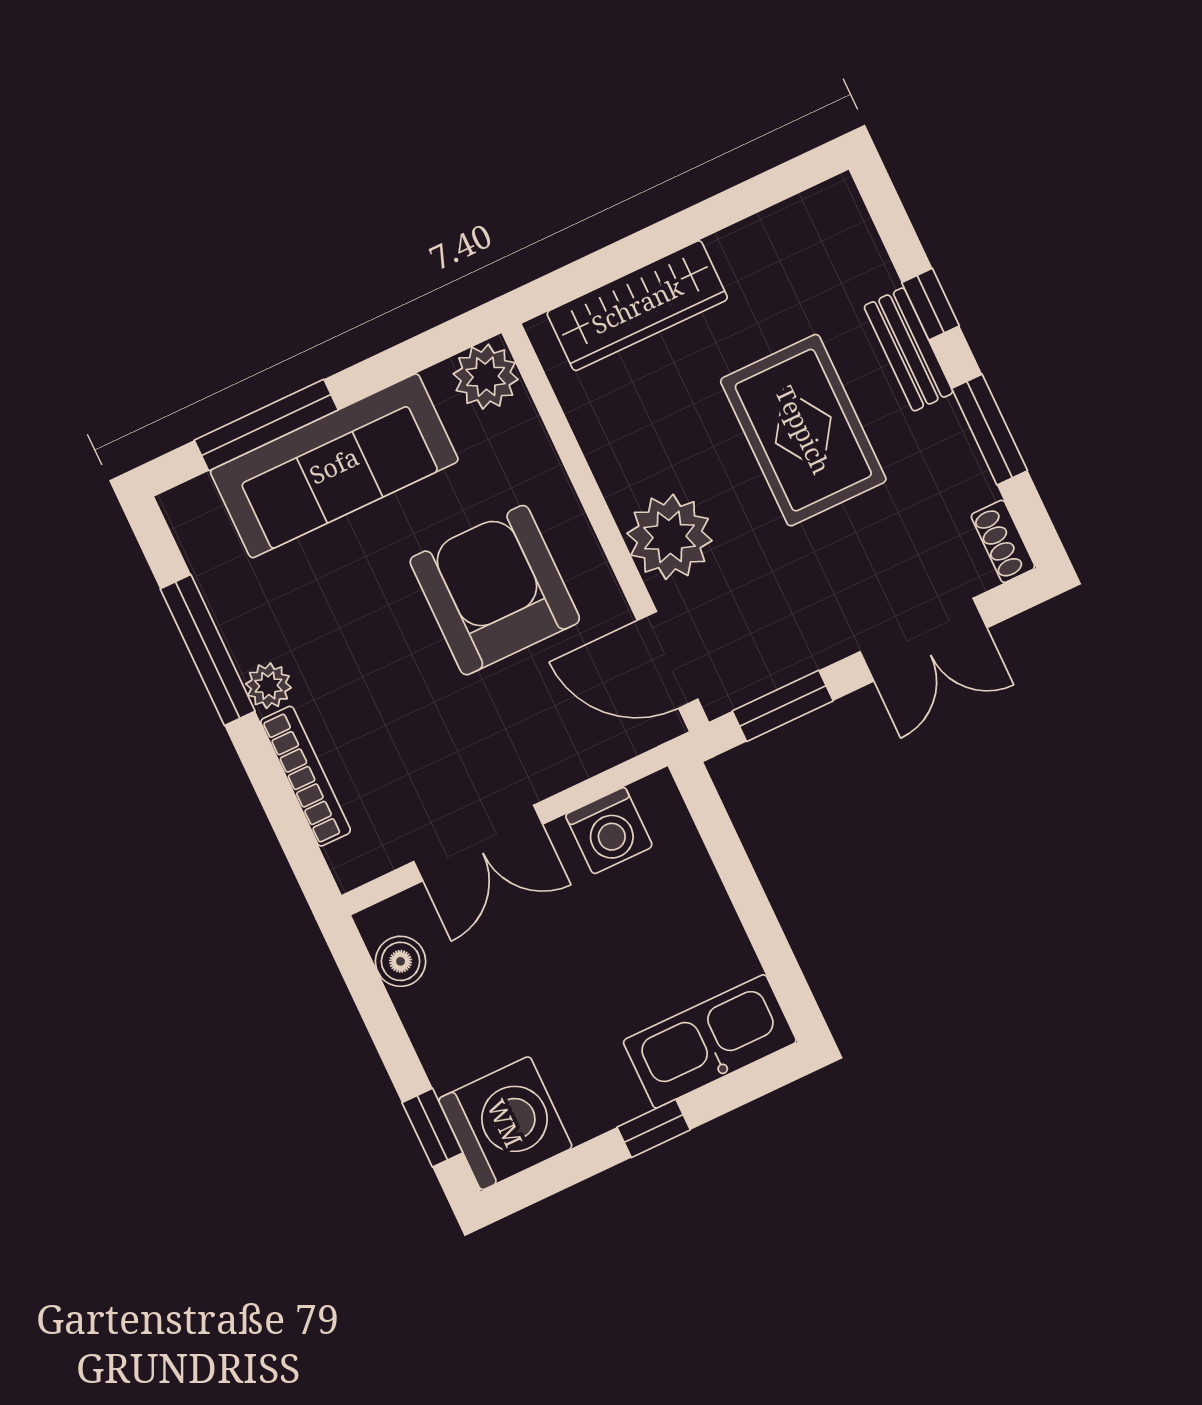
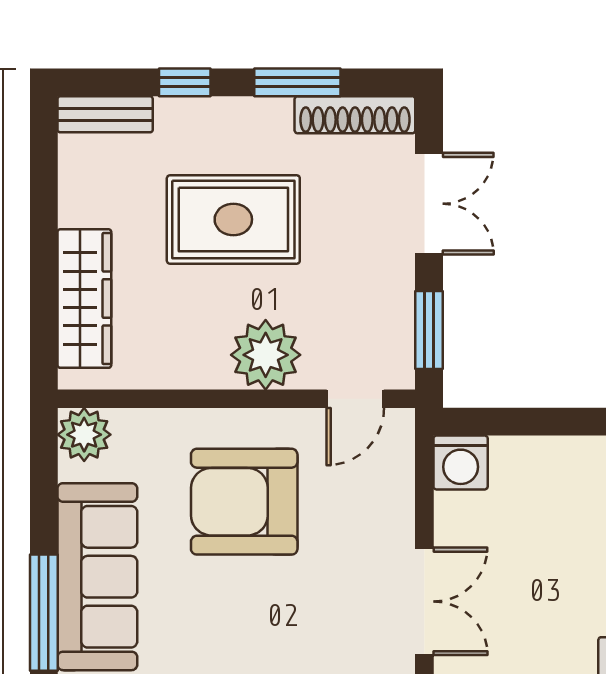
bench: (908, 349) -> (105, 114), moved
shoe rack: (1003, 541) -> (355, 115), width x1.94, depth x1.24
door: (668, 660) -> (355, 399), width x0.73
washing machine: (609, 831) -> (461, 462), moved, turned 90

